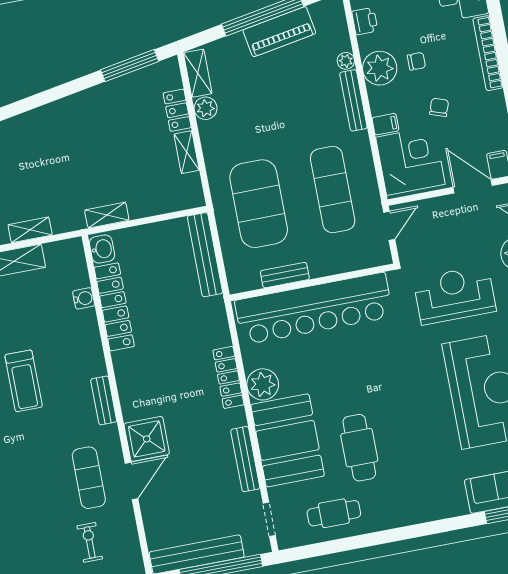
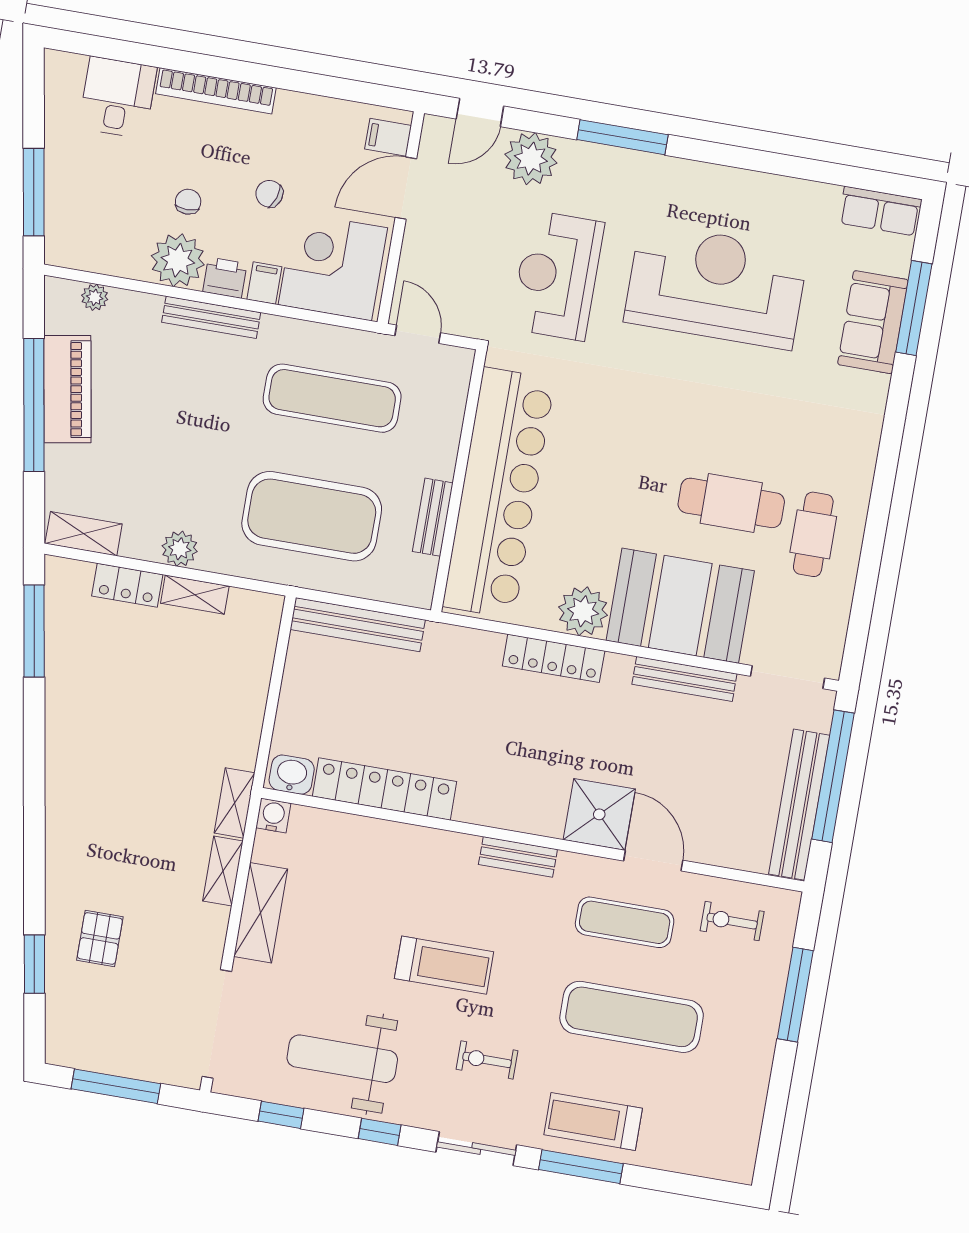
printer: (365, 21) -> (225, 278), moved
plant: (346, 61) -> (95, 297), moved
plant: (206, 108) -> (180, 549), moved
shelving: (107, 215) -> (235, 803), moved
water cooler: (84, 298) -> (273, 816), moved
exercise mat: (35, 503) -> (632, 1017), added
cafe table: (334, 513) -> (813, 534), moved
doorway: (269, 519) -> (788, 677), width x1.38
exercise bike: (90, 542) -> (732, 921), moved

